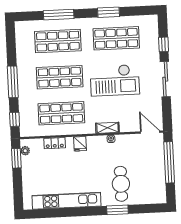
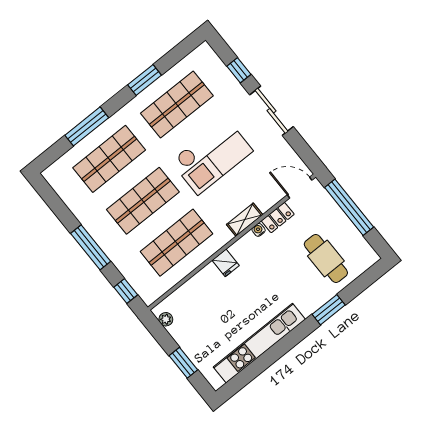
locker: (55, 143) -> (278, 218), moved
window: (16, 158) -> (183, 363), moved
cafe table: (121, 184) -> (326, 258), moved

